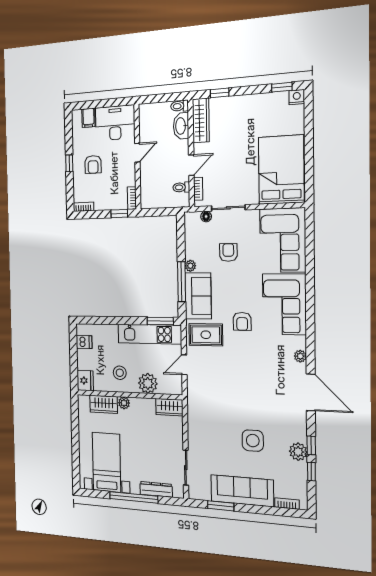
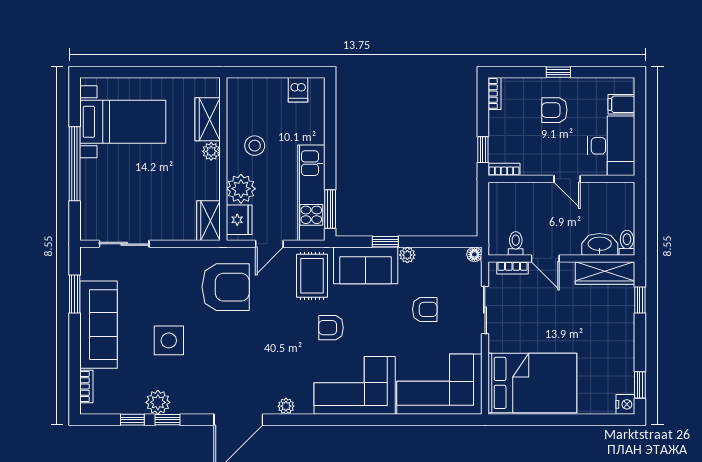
floor lamp: (206, 216) -> (474, 254), moved
window: (182, 282) -> (385, 242), width x0.46
door: (184, 365) -> (269, 244), swing flipped
fridge: (85, 381) -> (239, 220), moved, turned -90
armchair: (215, 397) -> (226, 287), added
dresser: (156, 489) -> (89, 199), removed

